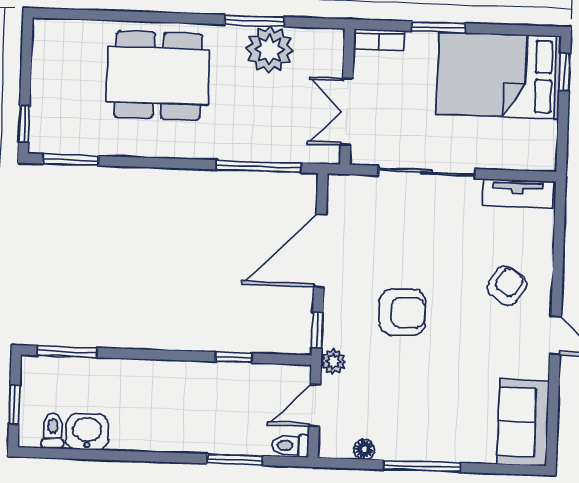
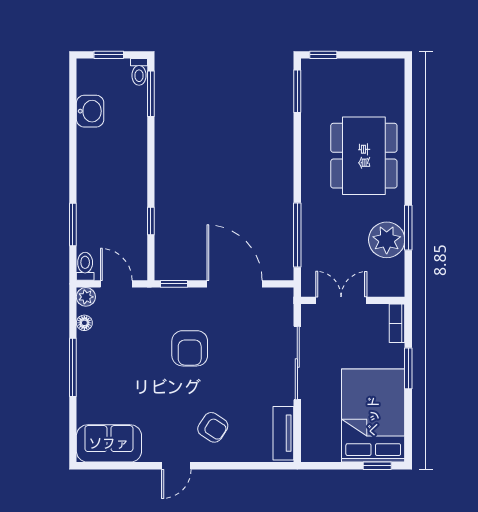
plant: (333, 361) -> (86, 297), moved
toilet: (53, 431) -> (139, 72), moved, turned 90

